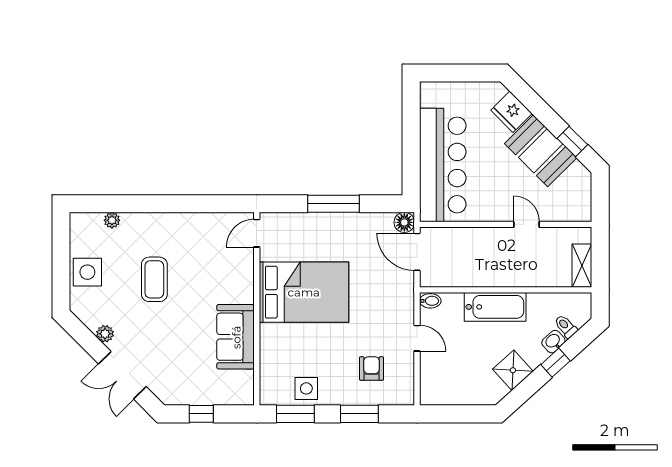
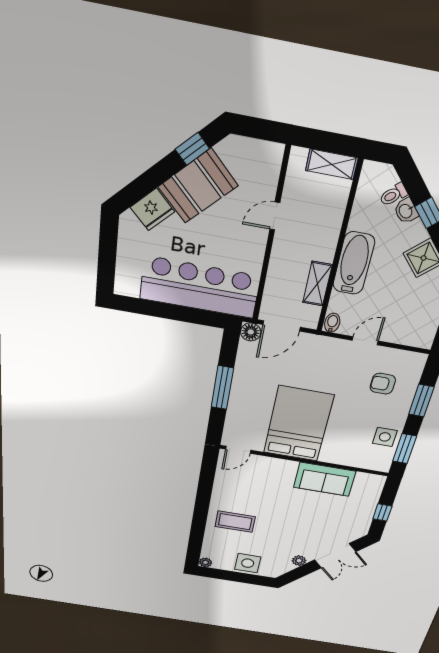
plant: (112, 220) -> (205, 562), moved
door: (257, 233) -> (238, 450), hinge flipped
shelving: (468, 277) -> (317, 284), added
coffee table: (154, 279) -> (235, 522), moved

